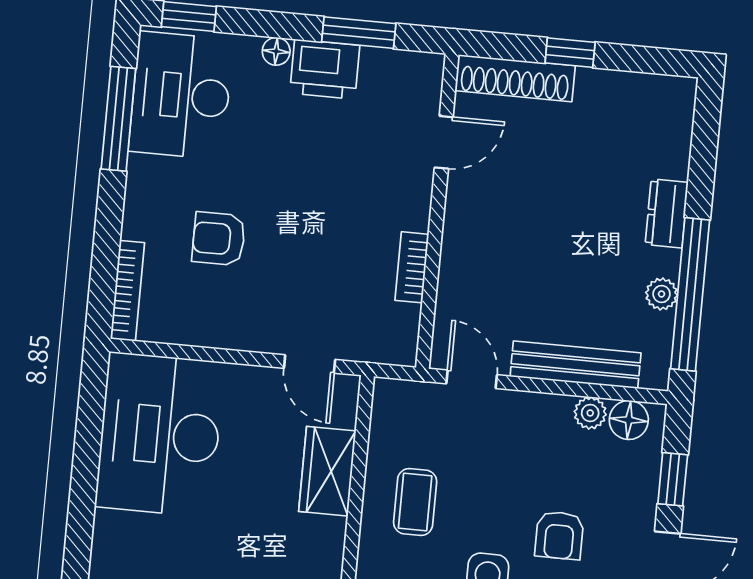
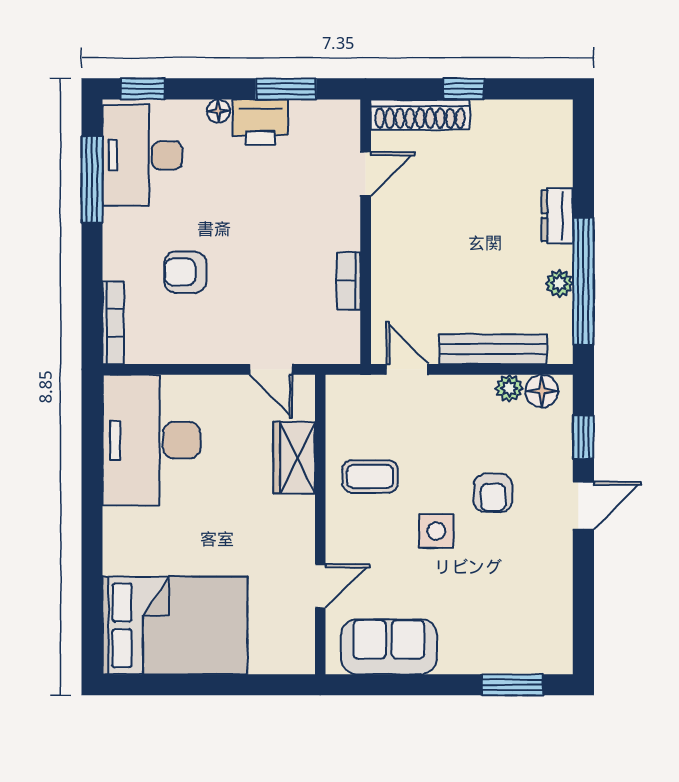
coffee table: (415, 502) -> (370, 476), turned 90

